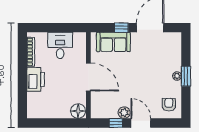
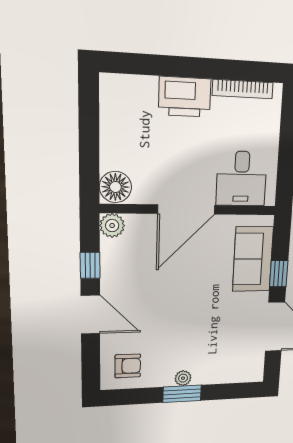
desk: (60, 45) -> (241, 179), moved, turned 90
plant: (124, 113) -> (112, 226), moved
door: (141, 123) -> (90, 315), hinge flipped

